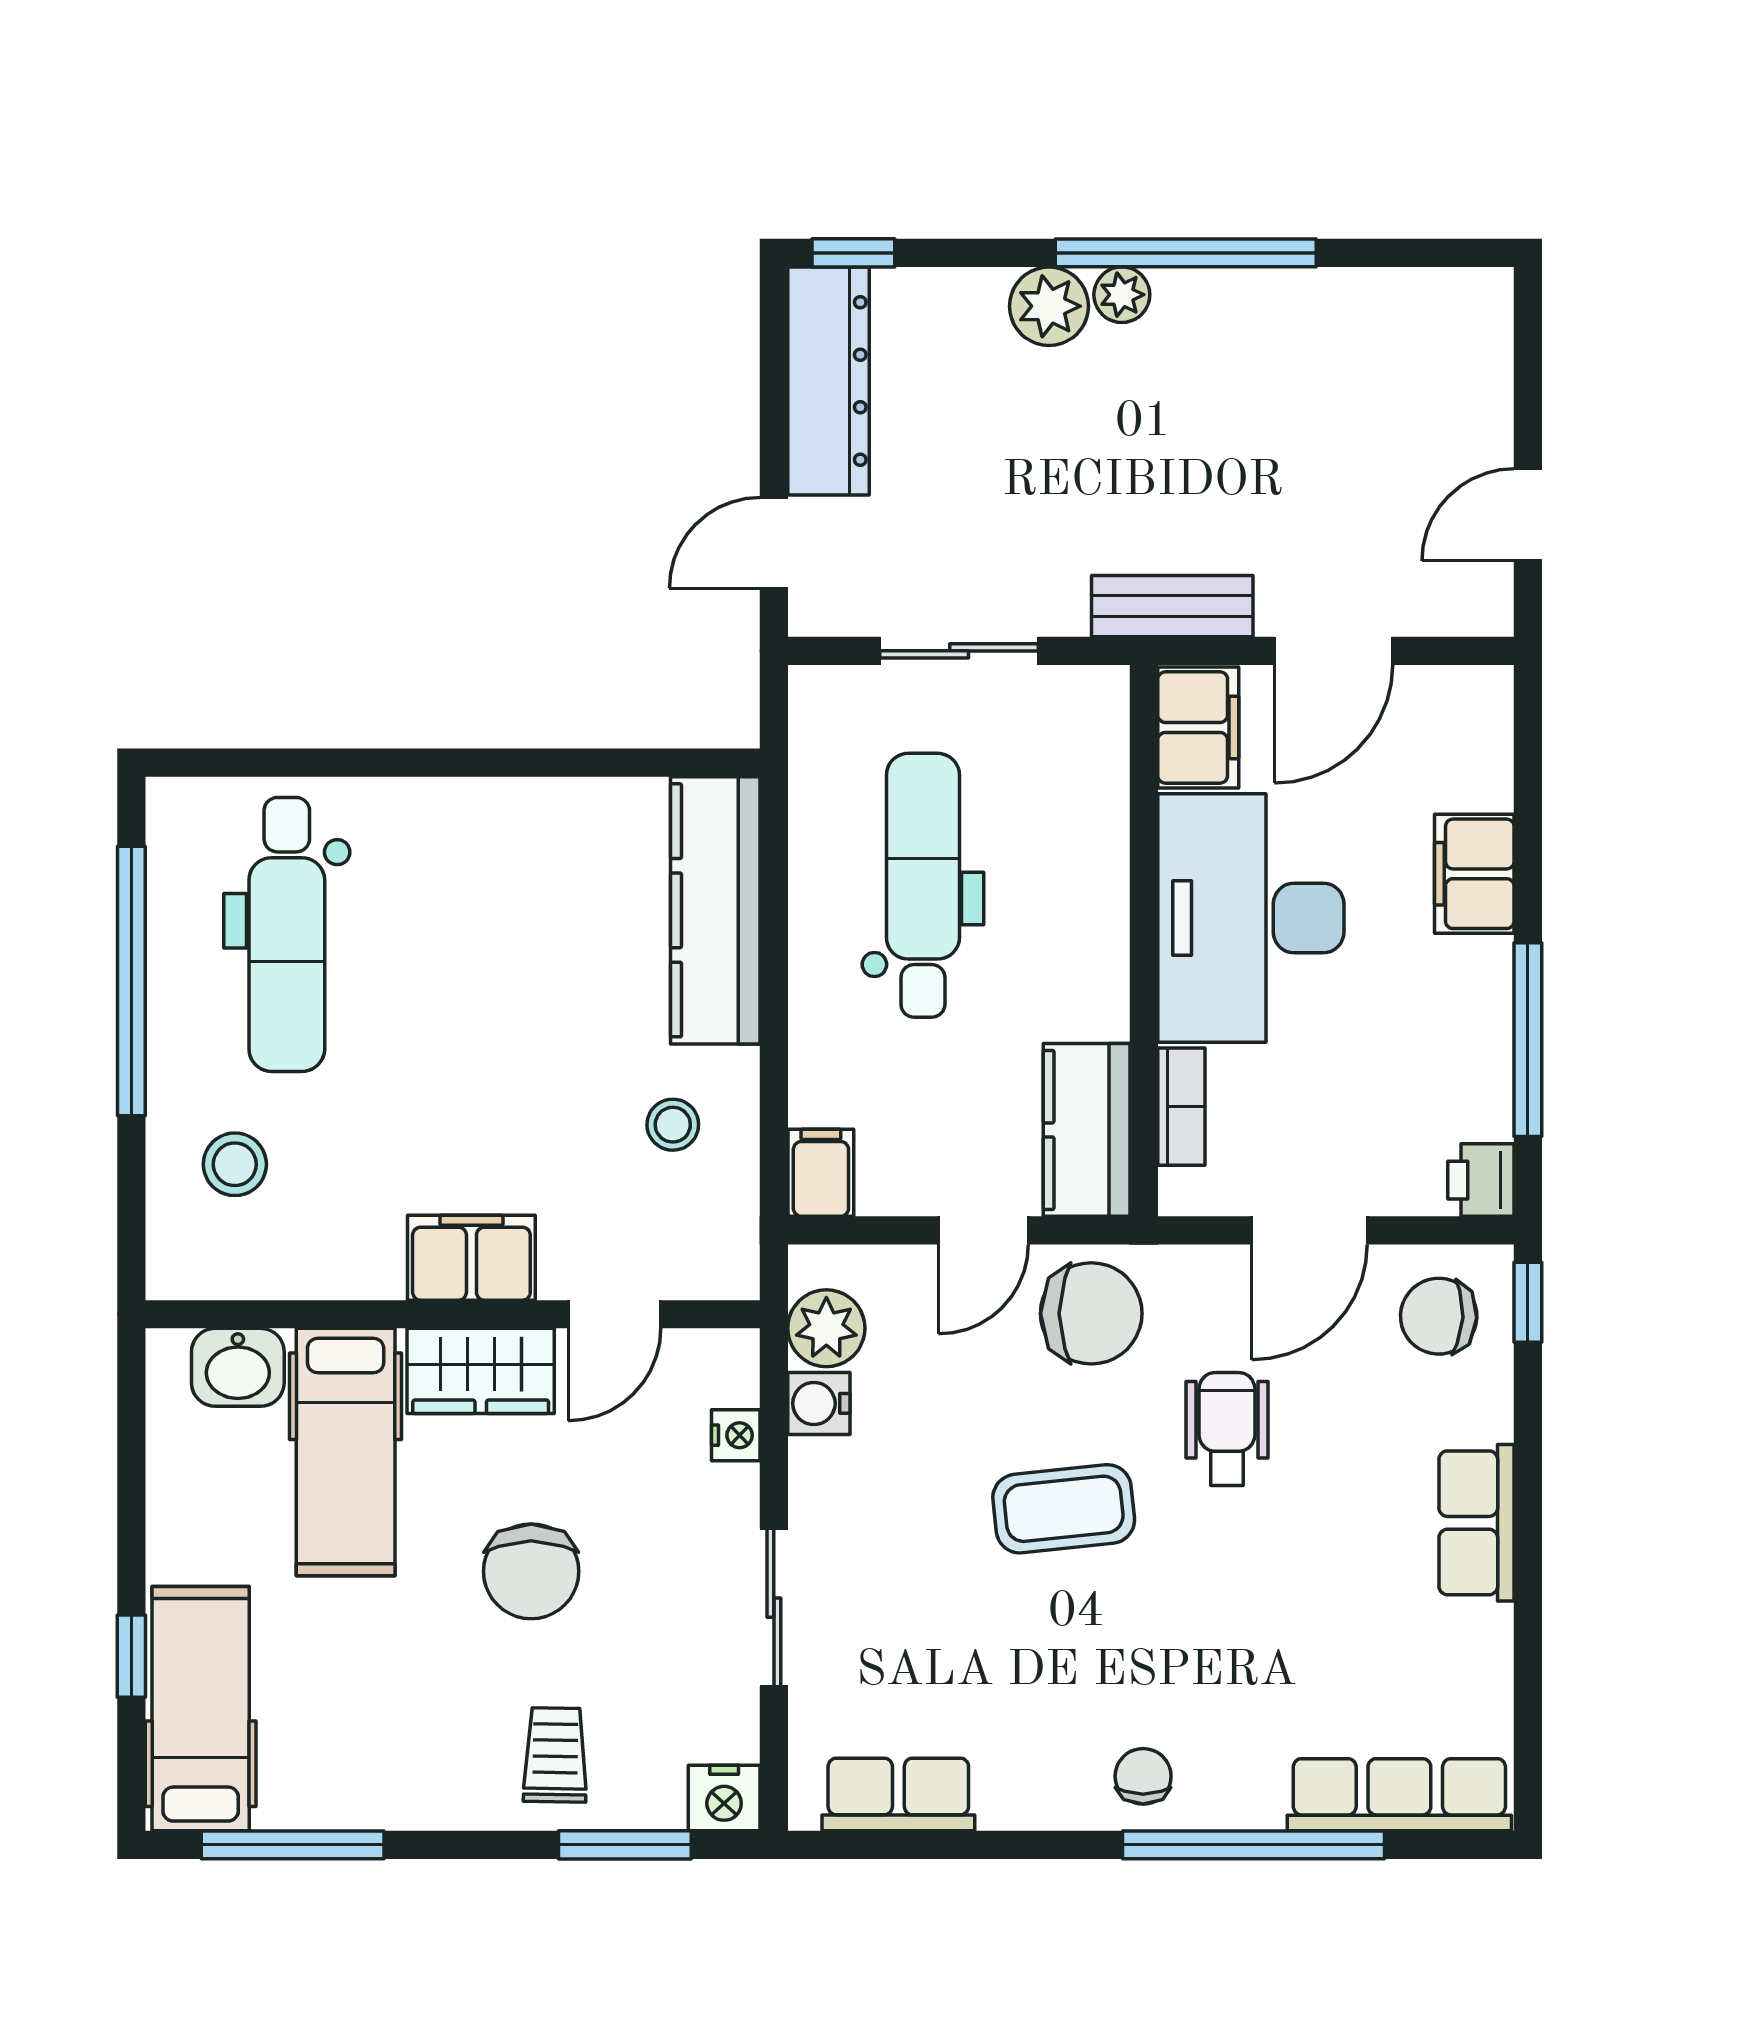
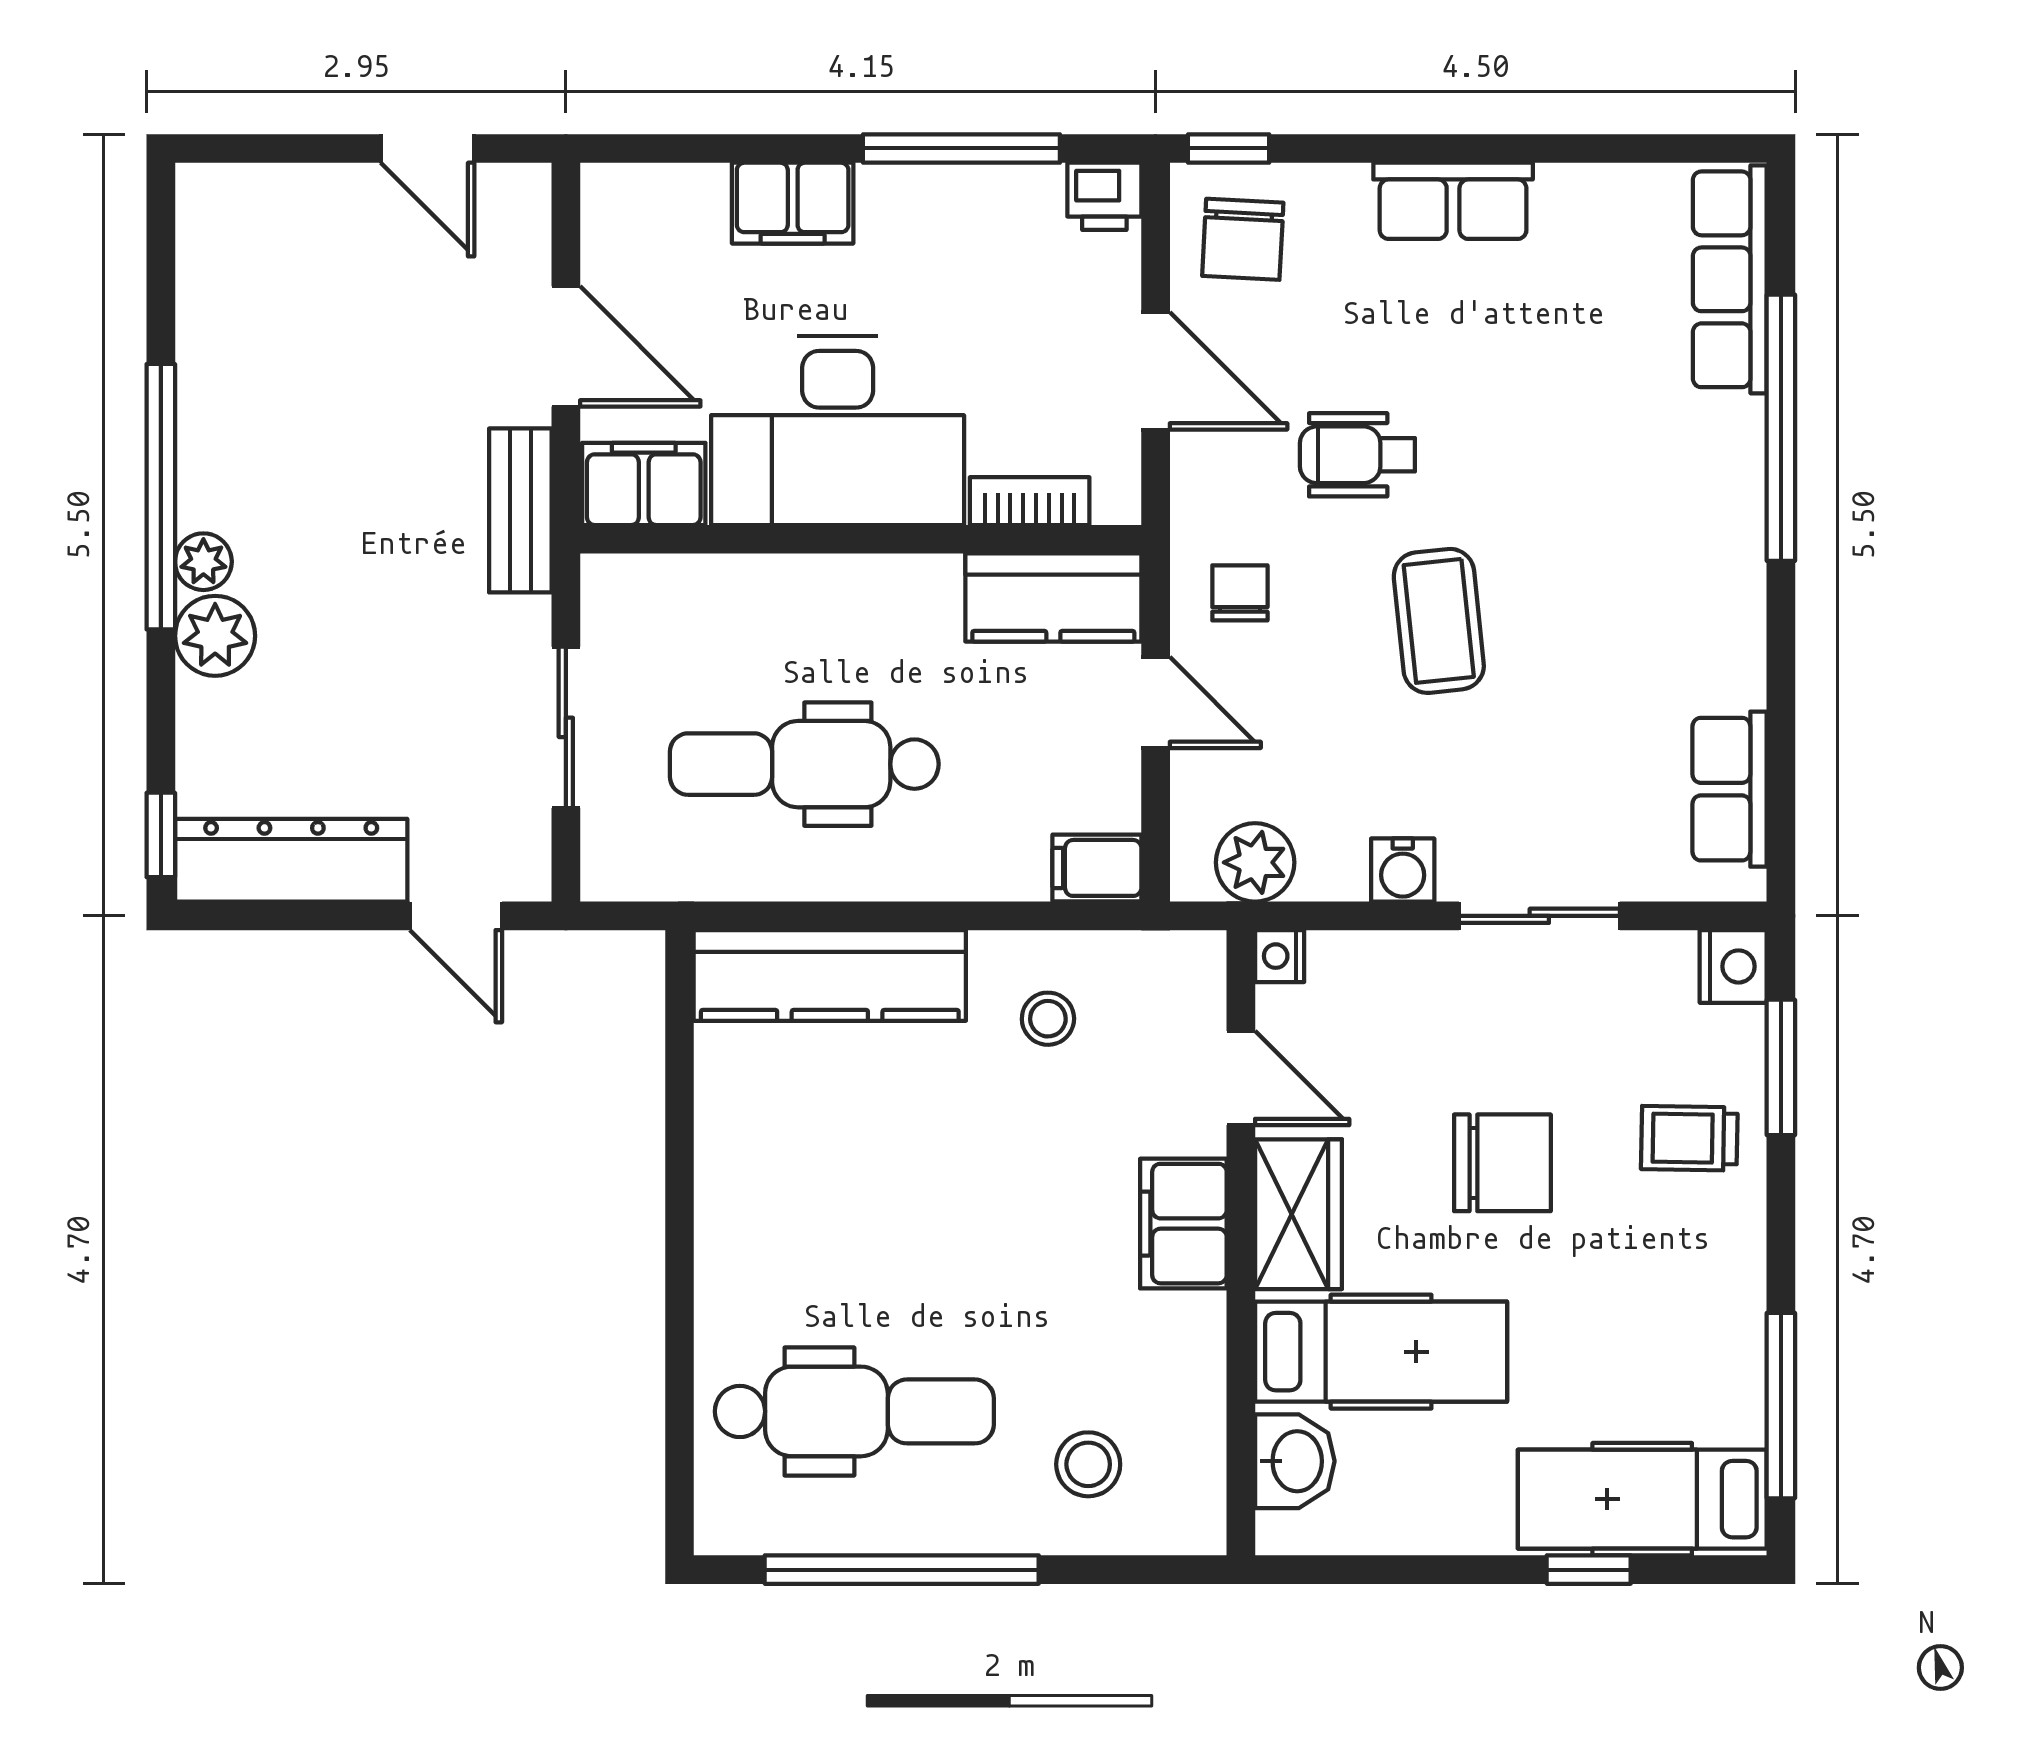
chair: (1091, 1313) -> (1240, 593), width x0.54, depth x0.54
water cooler: (819, 1403) -> (1403, 870), moved
nightstand: (736, 1435) -> (1280, 956), moved, turned -90
chair: (1143, 1776) -> (1711, 540), removed

